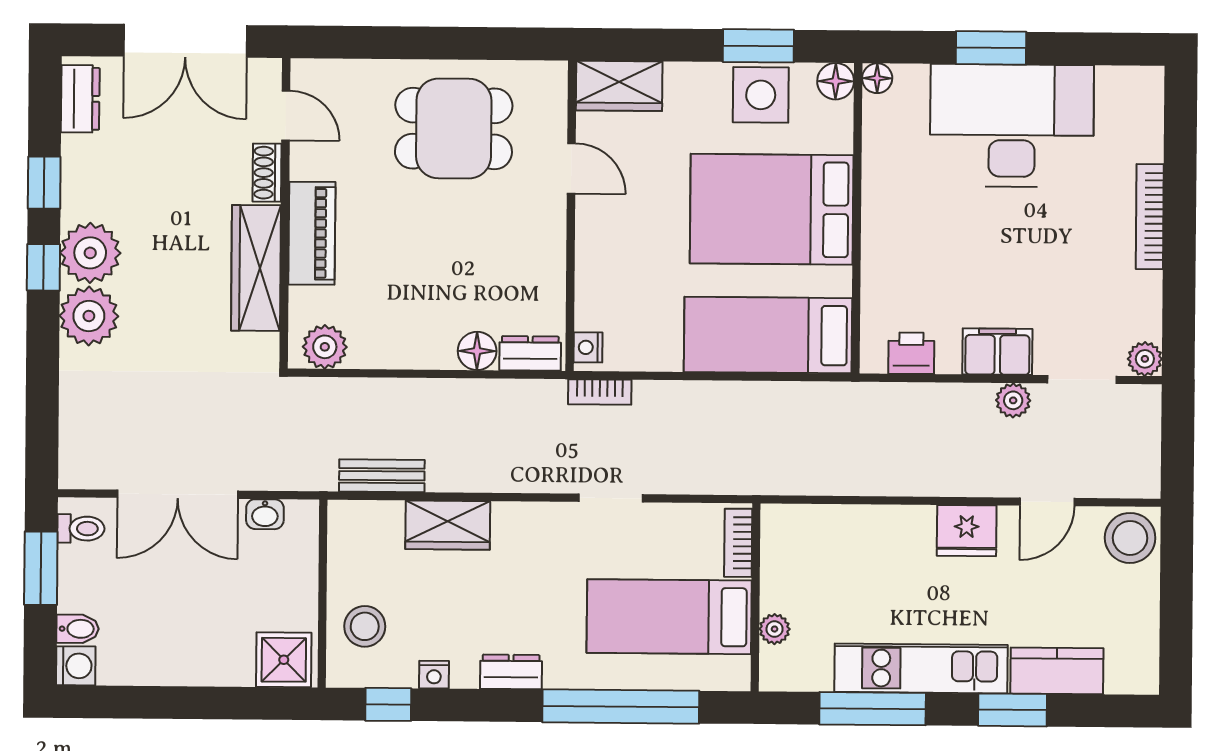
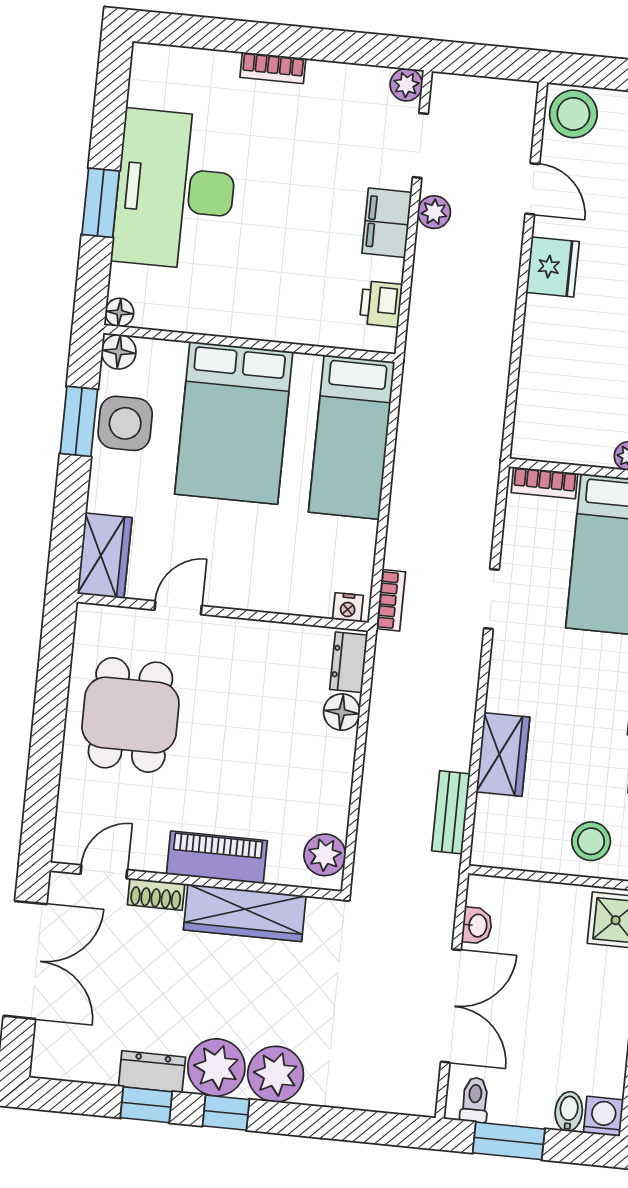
dresser: (80, 99) -> (152, 1072), moved
bookcase: (1150, 217) -> (273, 68), width x0.64

